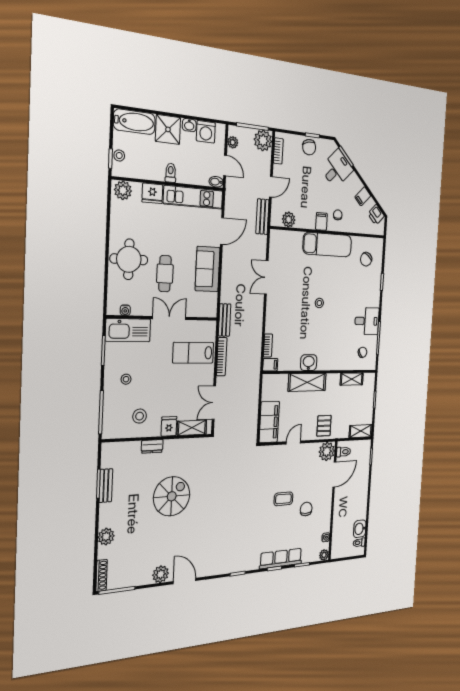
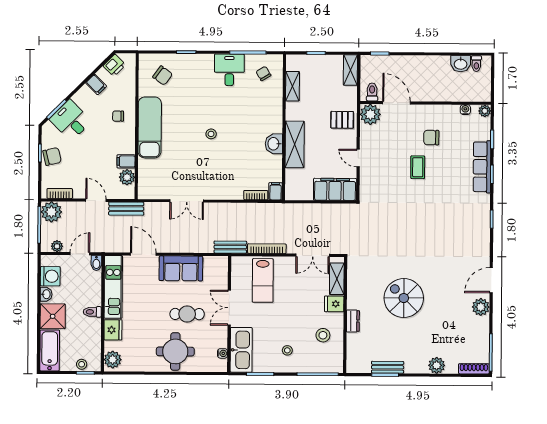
filing cabinet: (321, 221) -> (126, 161), moved

